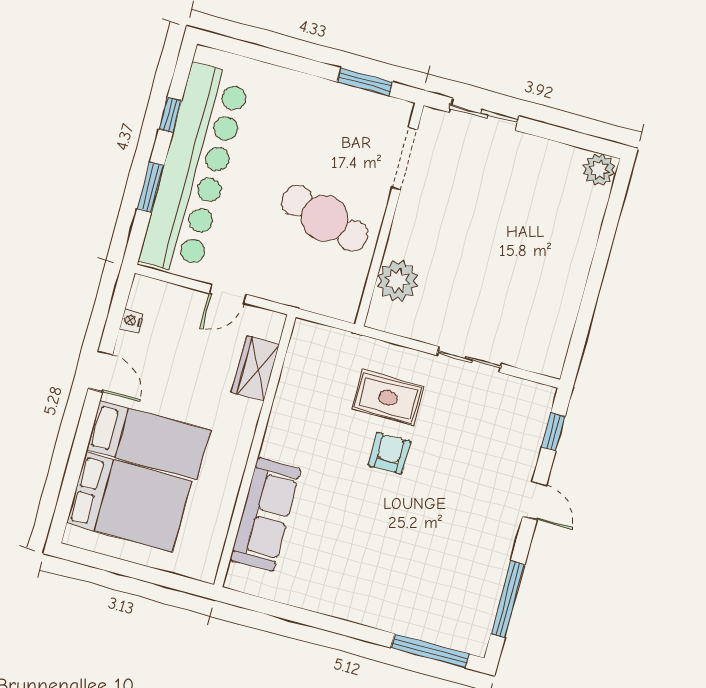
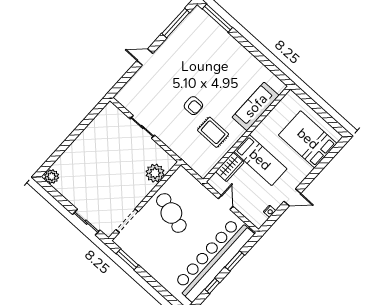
door: (228, 294) -> (226, 202), hinge flipped
door: (100, 371) -> (292, 197), swing flipped
rug: (388, 398) -> (213, 132), moved
window: (553, 432) -> (123, 81), removed
bed: (148, 440) -> (260, 160), moved, turned 180
armchair: (389, 453) -> (193, 106), turned -90
door: (535, 501) -> (145, 57), hinge flipped

